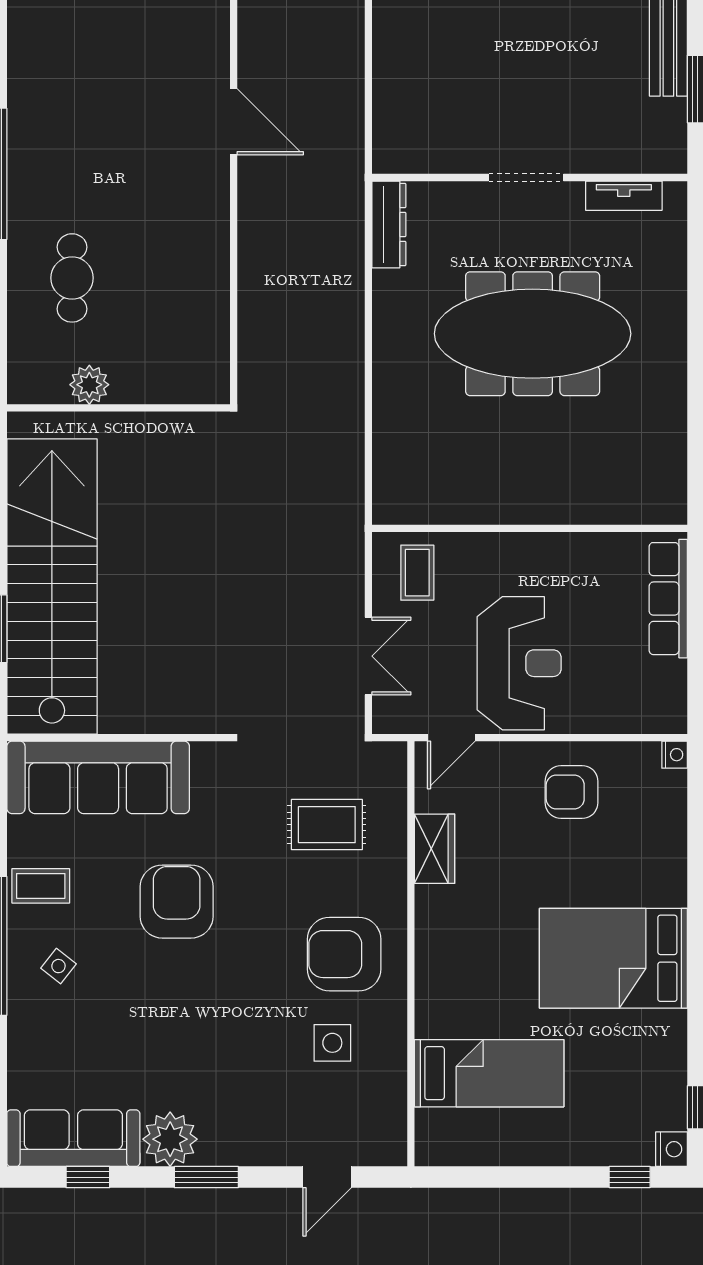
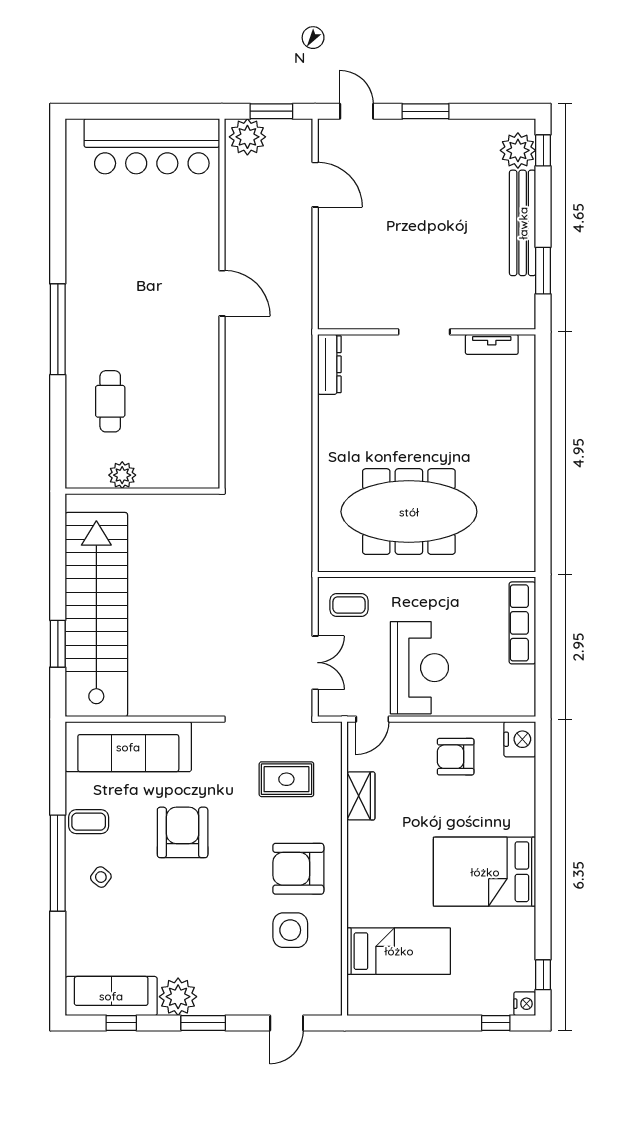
meeting table: (533, 334) -> (409, 512), moved
coffee table: (417, 573) -> (349, 605), turned 90
nightstand: (675, 755) -> (520, 739), width x1.89, depth x1.79
side table: (332, 1043) -> (290, 930), width x1.37, depth x1.37

